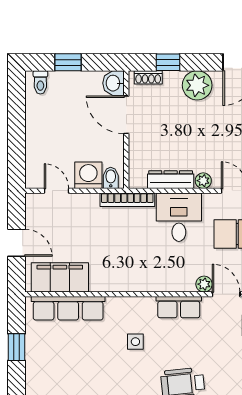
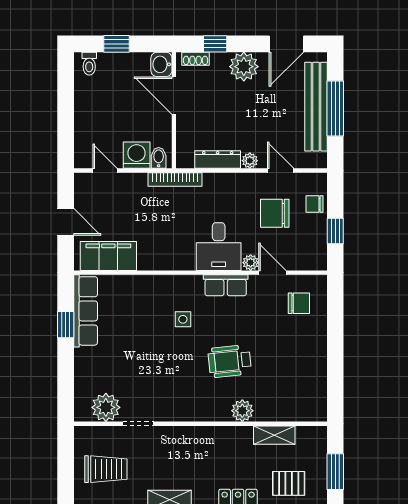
desk: (179, 217) -> (219, 247), moved, turned 180
row of seats: (68, 308) -> (86, 311), moved, turned -90

